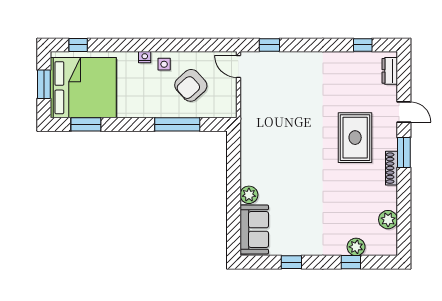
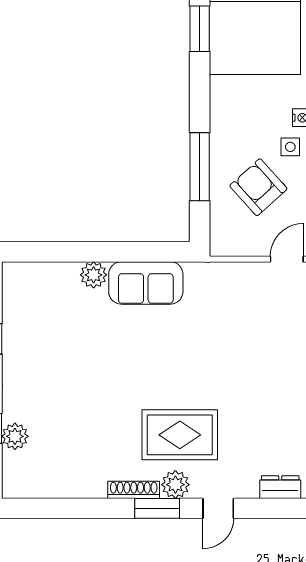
plant: (388, 220) -> (175, 485), moved
sofa: (254, 229) -> (146, 283), moved

